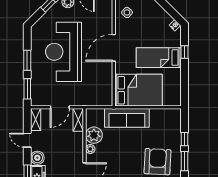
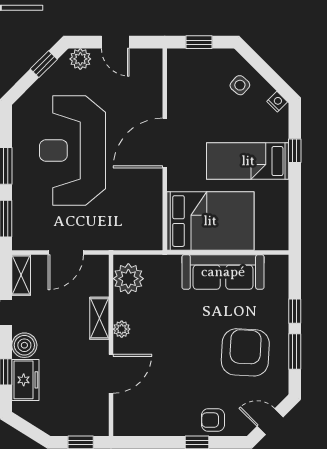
side table: (127, 12) -> (240, 85), moved
sofa: (127, 118) -> (223, 272), moved
shelving: (78, 120) -> (99, 318), moved
plant: (94, 135) -> (128, 279), moved

